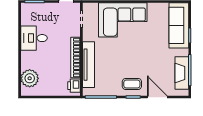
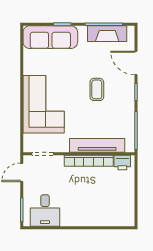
desk: (34, 38) -> (45, 210), moved
plant: (30, 78) -> (114, 216), removed
coffee table: (132, 84) -> (97, 89), moved
door: (157, 97) -> (136, 63), hinge flipped

